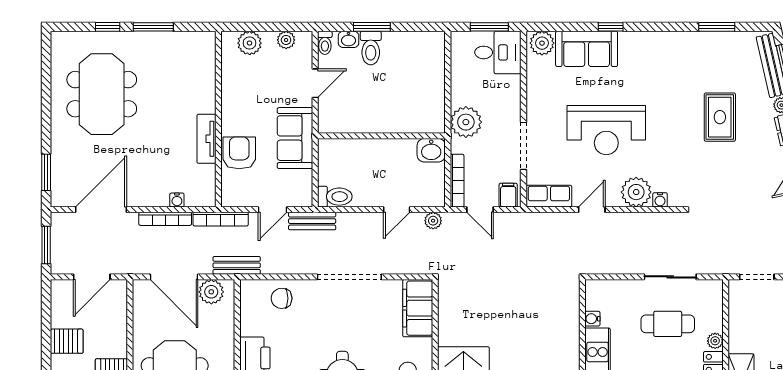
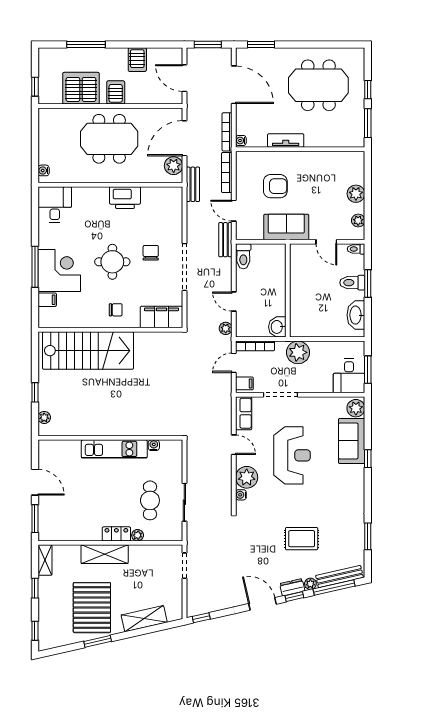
washbasin: (349, 39) -> (356, 315), moved, width x1.91, depth x1.45
wall: (218, 119) -> (300, 149), moved
reception desk: (606, 130) -> (292, 455), turned 180
tv unit: (206, 139) -> (286, 140), moved
chair: (282, 298) -> (151, 253), moved

